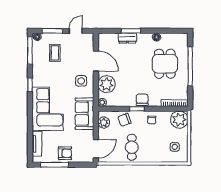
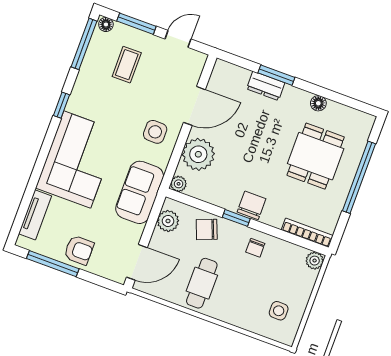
door: (96, 61) -> (194, 106), hinge flipped
plant: (179, 120) -> (315, 261), width x0.53, depth x0.53

